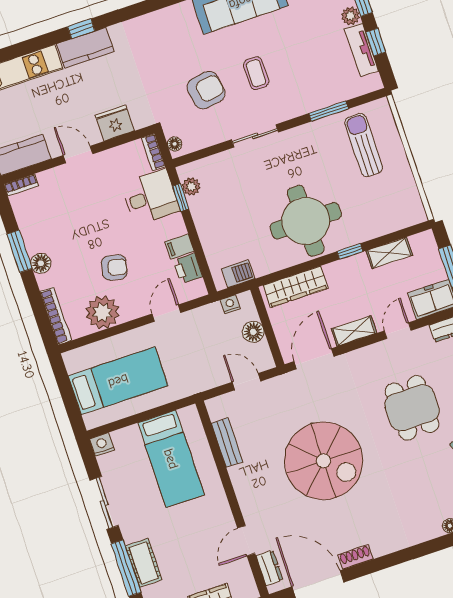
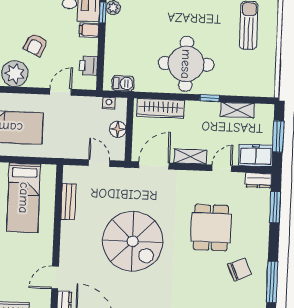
filing cabinet: (180, 246) -> (89, 30), moved
armchair: (114, 267) -> (36, 45), turned 101

